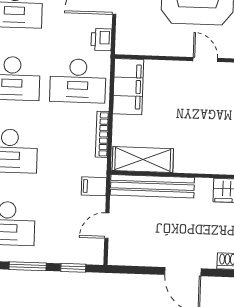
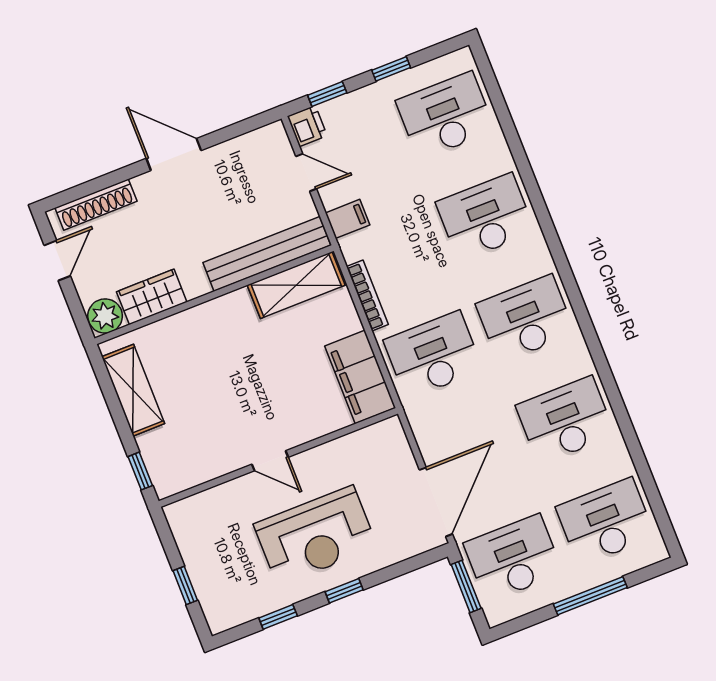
printer: (101, 39) -> (307, 126), moved
door: (107, 226) -> (306, 173), hinge flipped
window: (28, 266) -> (391, 69), width x0.67

